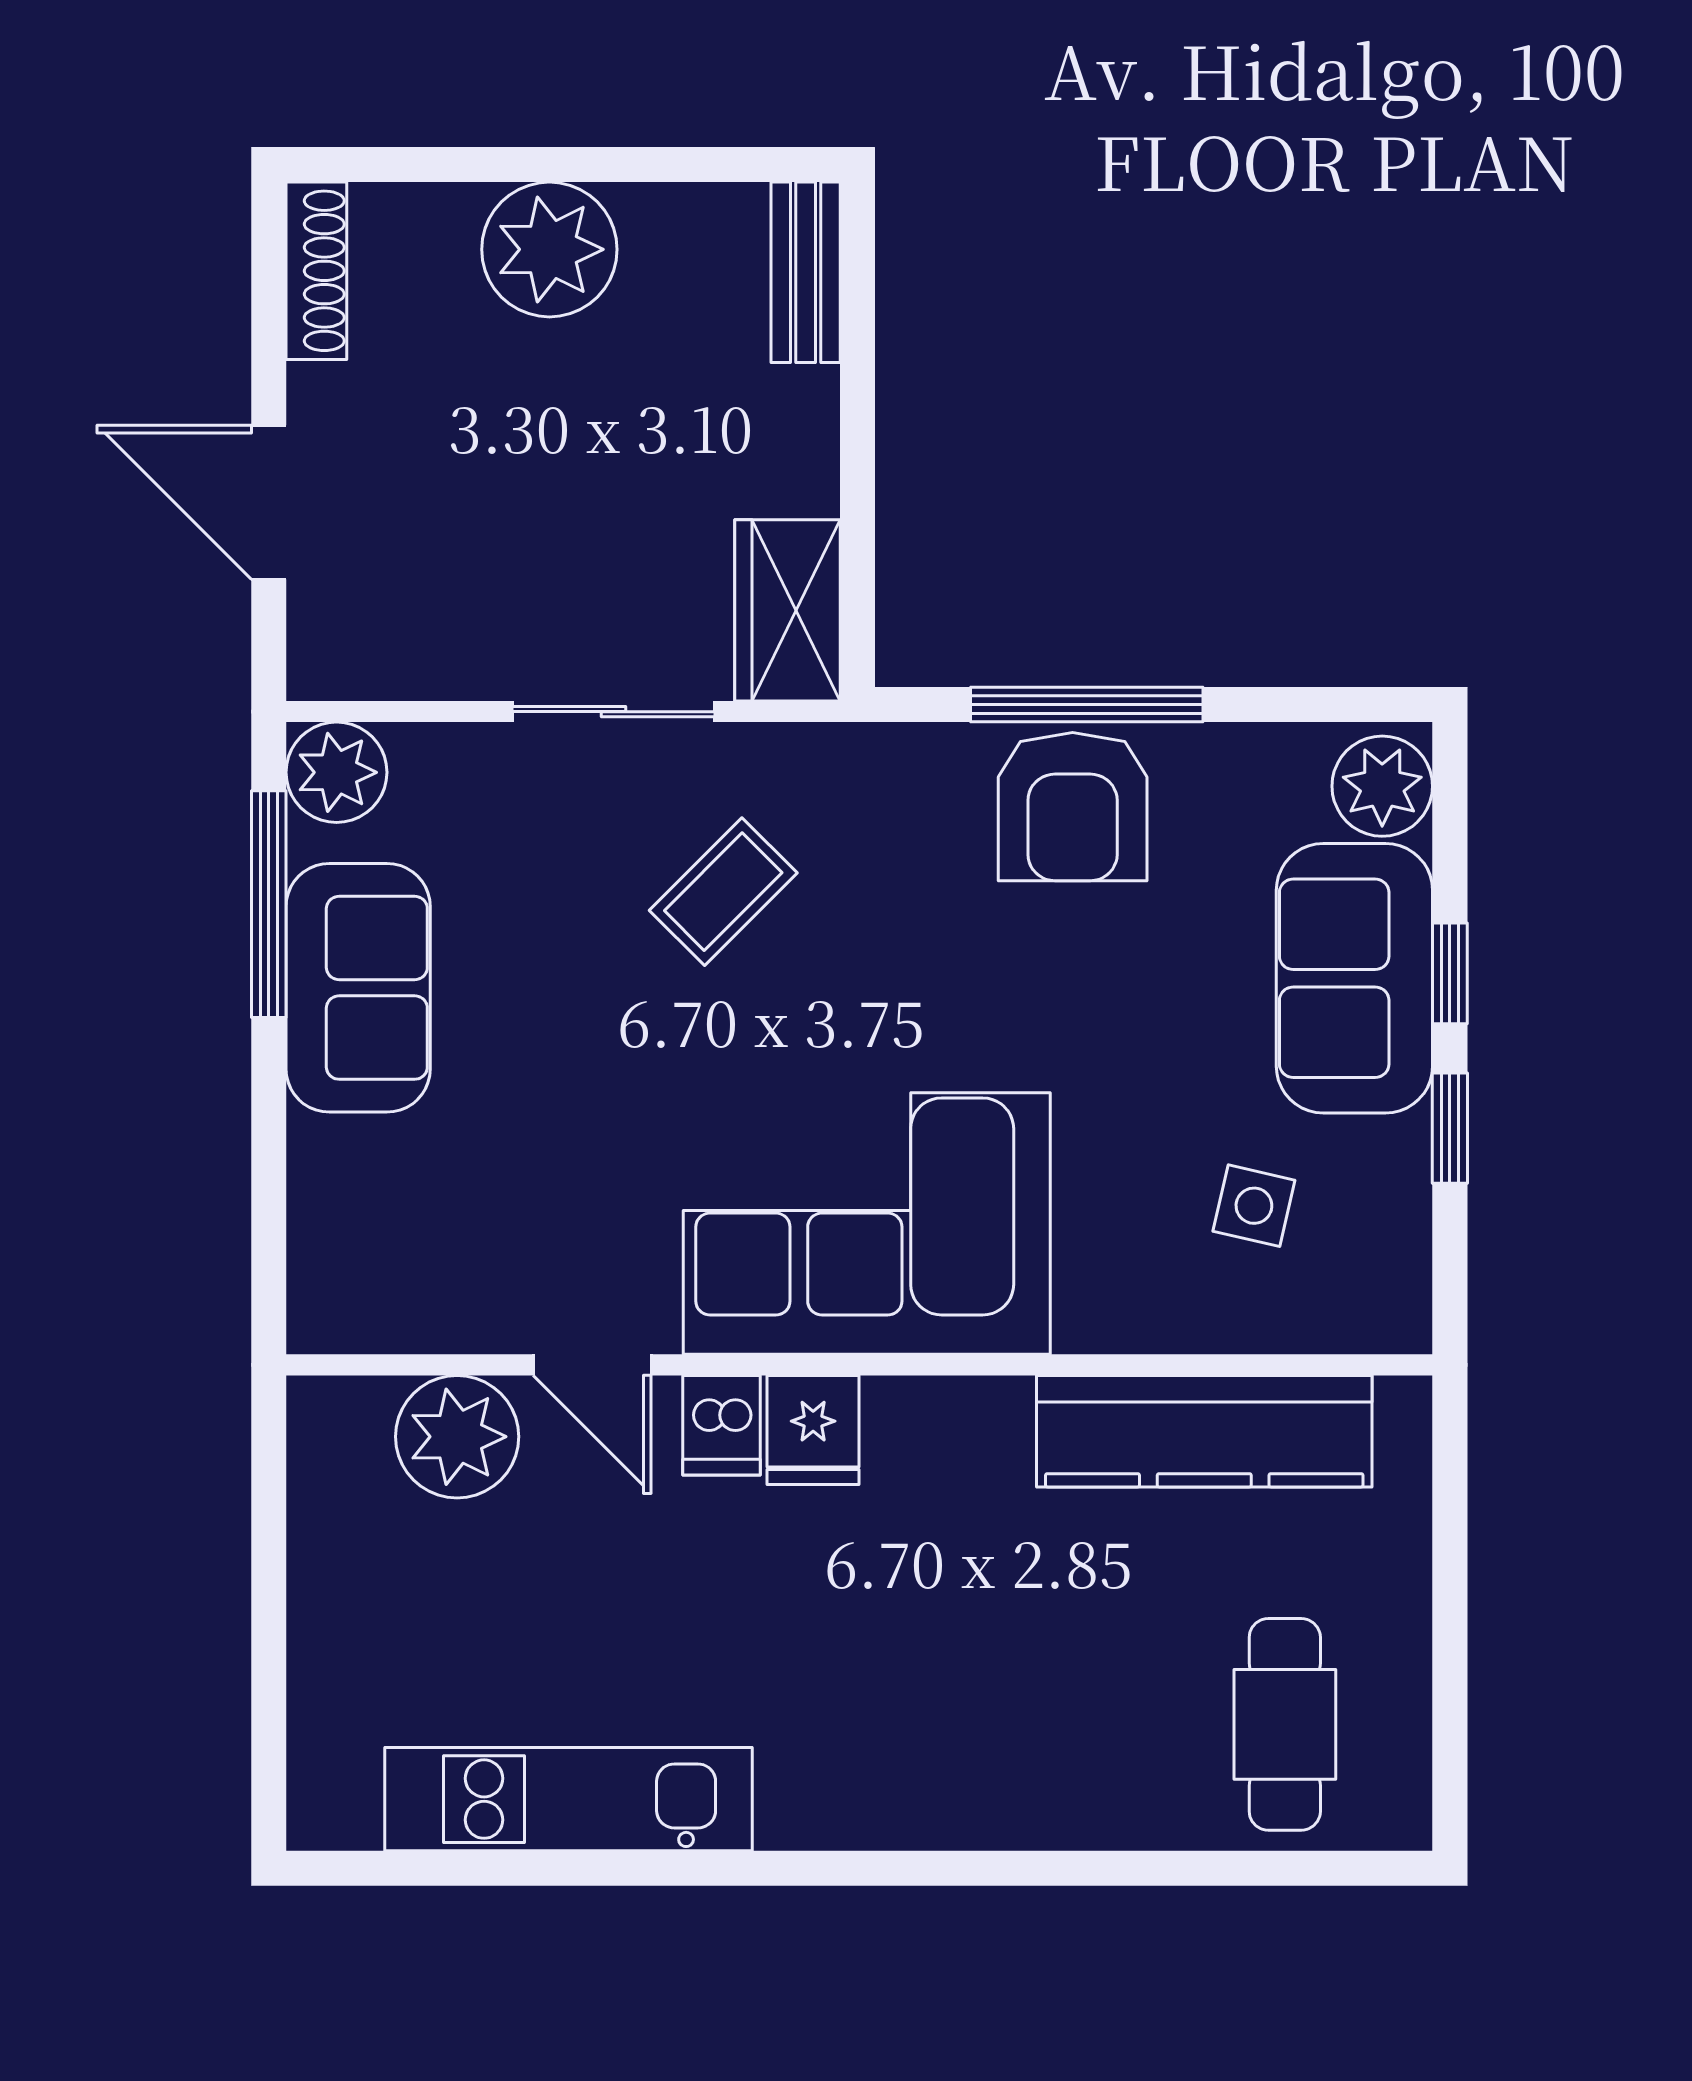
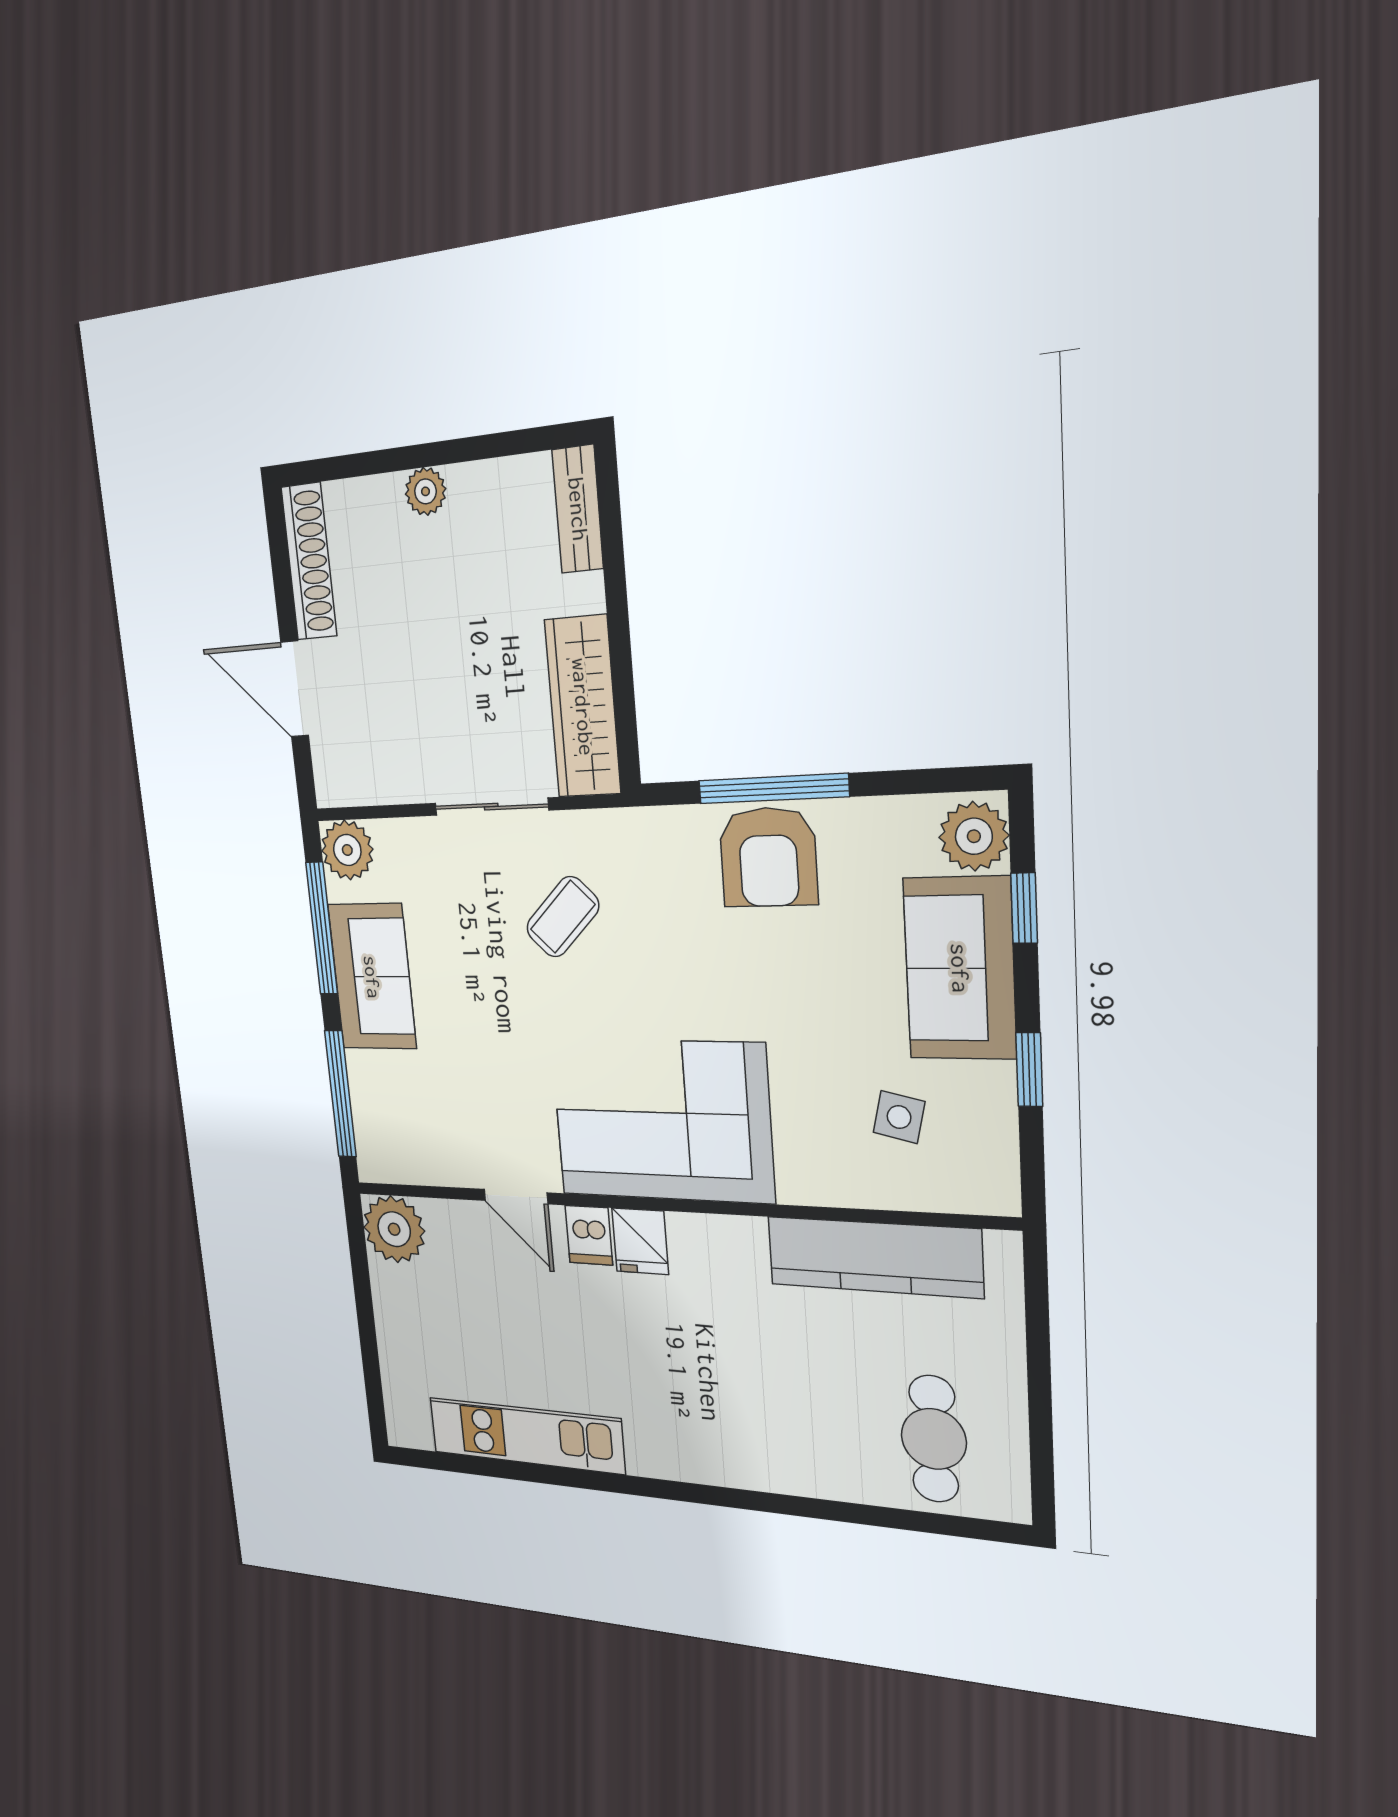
plant: (549, 249) -> (425, 491), width x0.53, depth x0.53
shoe rack: (316, 271) -> (309, 562), width x1.36, depth x1.24
wardrobe: (788, 610) -> (583, 707), width x1.50
window: (1450, 973) -> (1024, 908), moved
window: (269, 1195) -> (340, 1094), added
plant: (457, 1437) -> (394, 1229), moved

